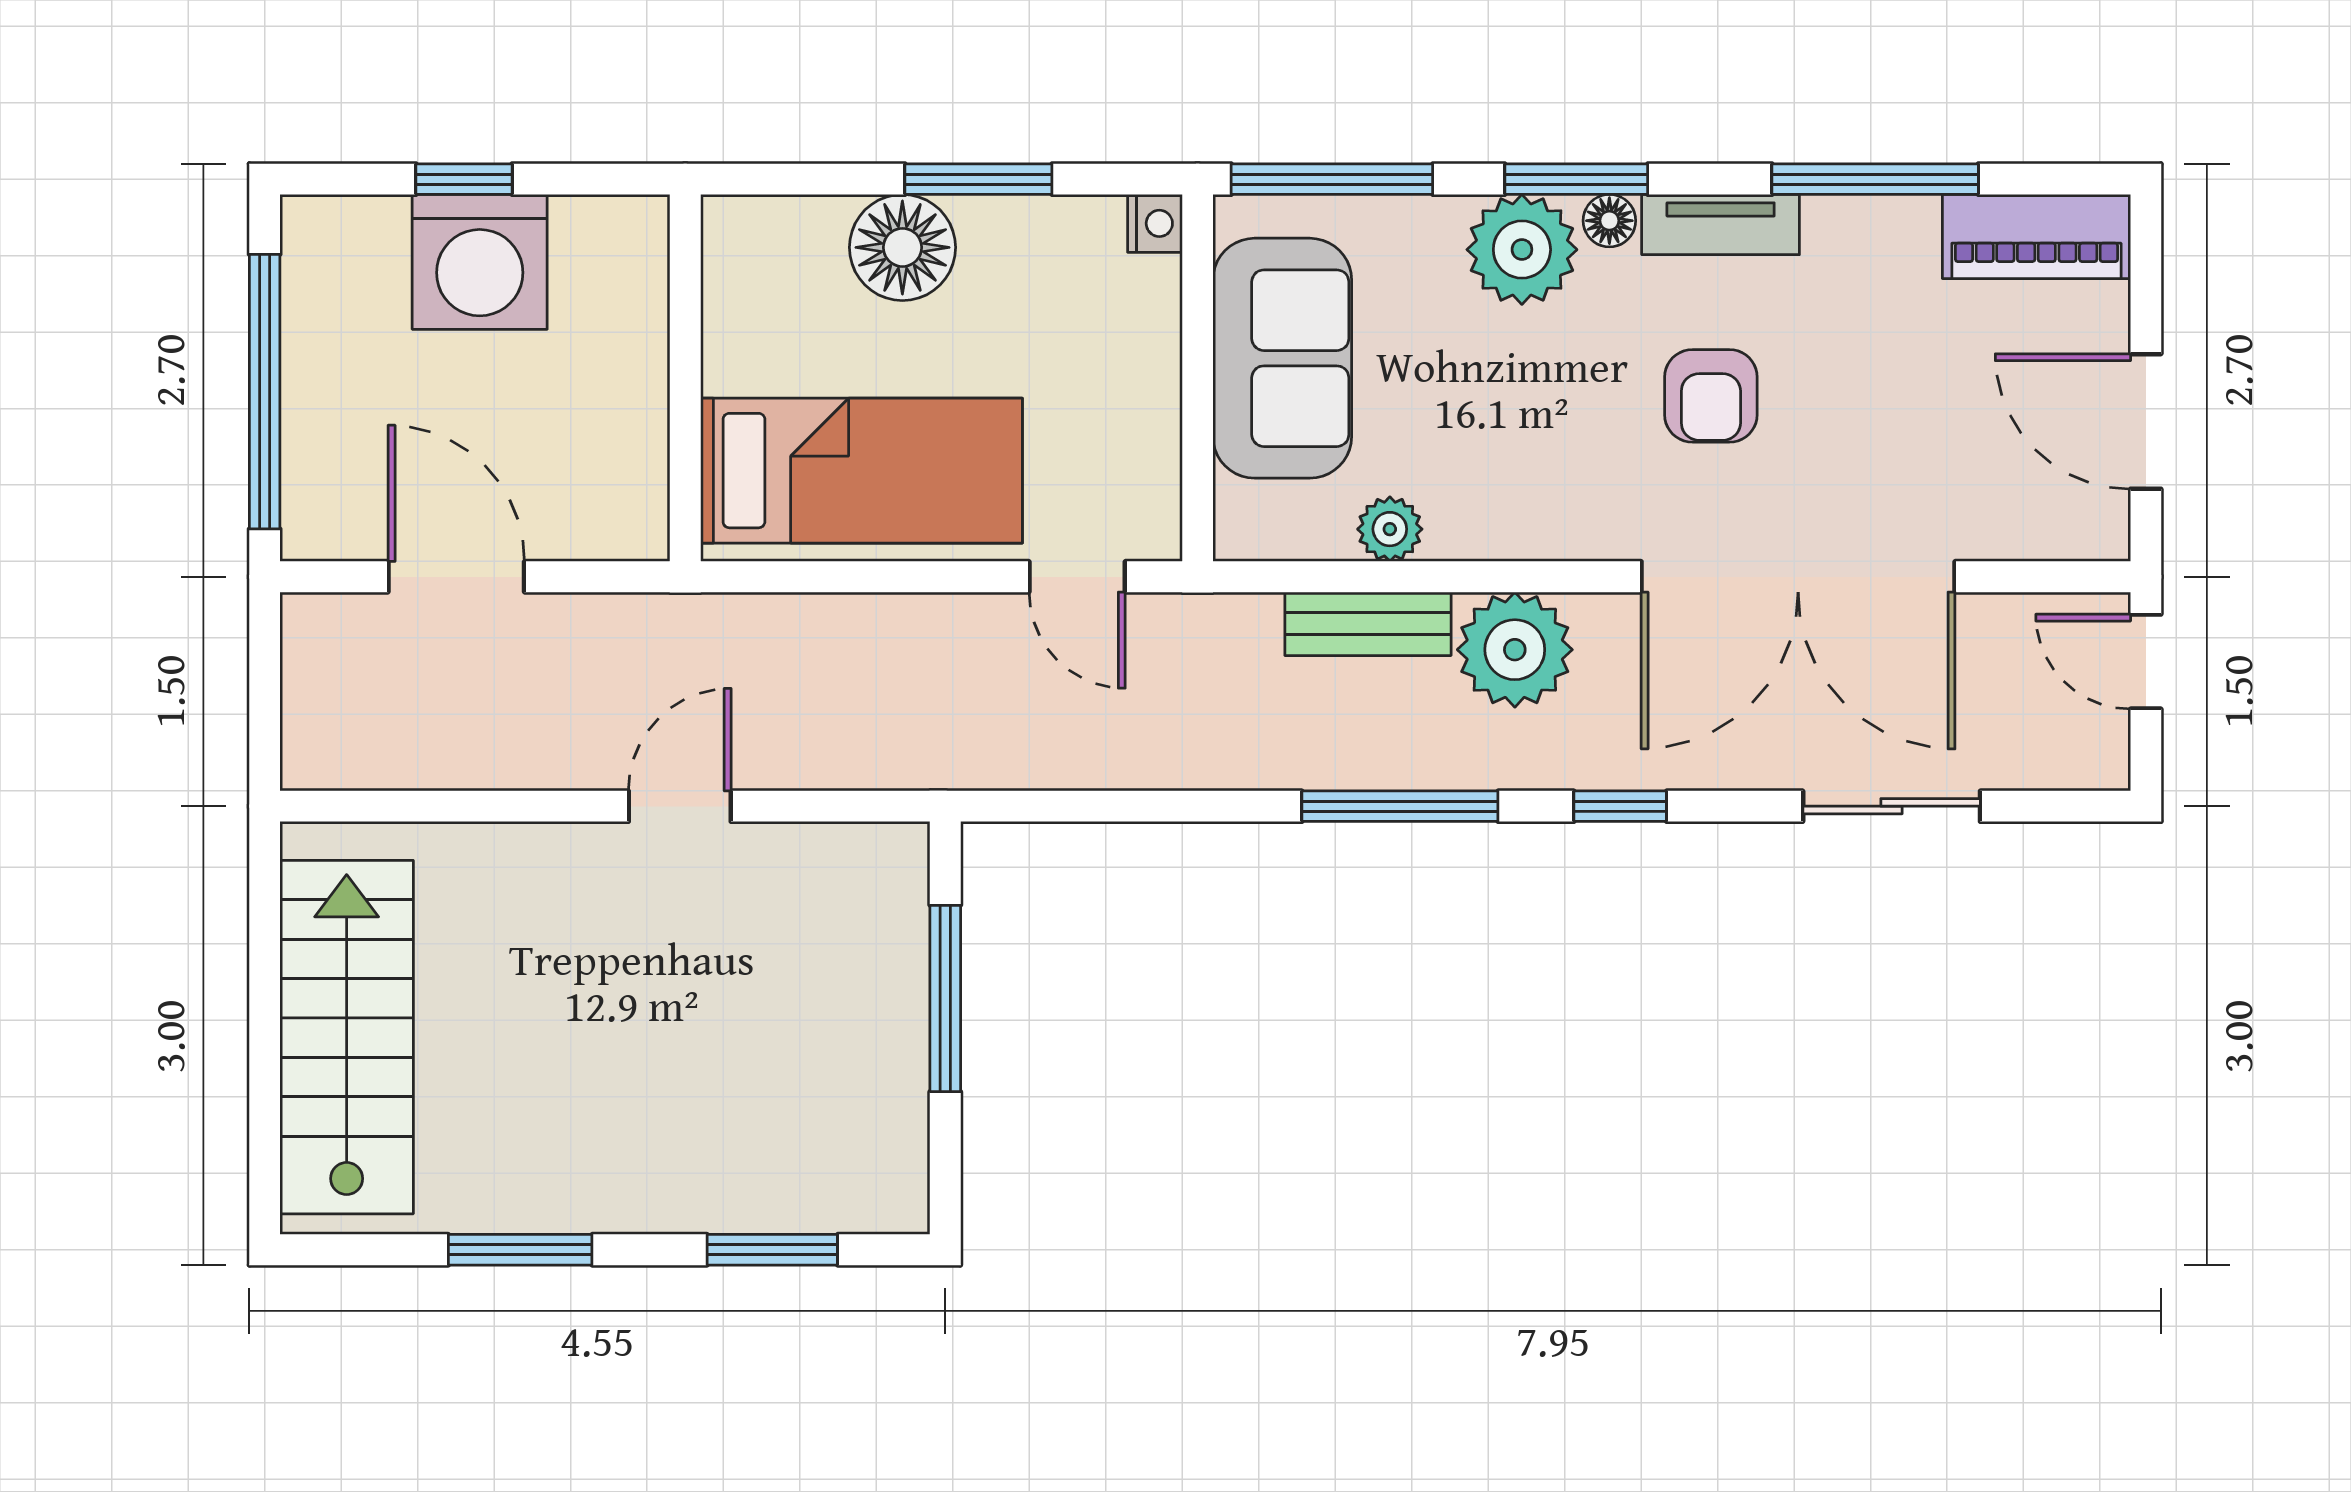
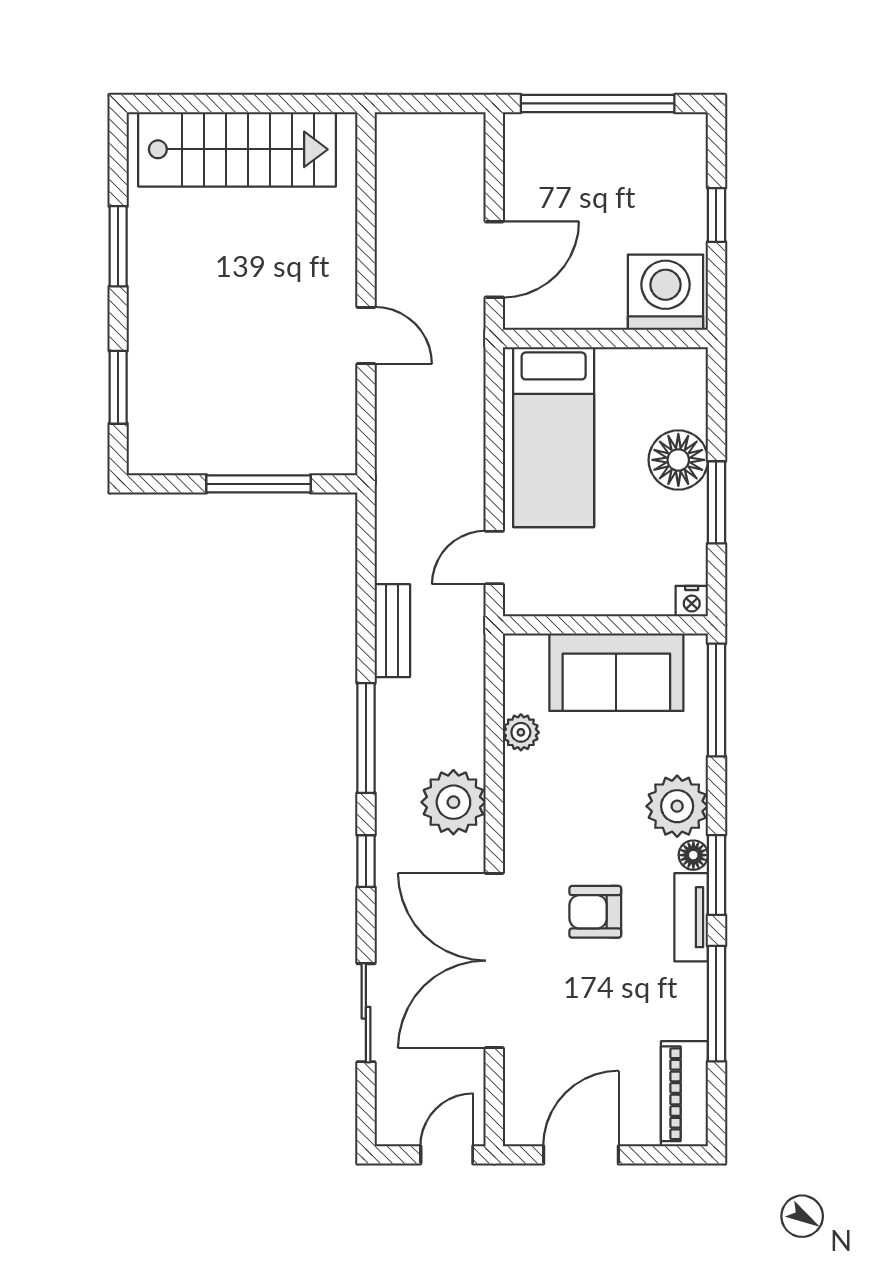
window: (1576, 179) -> (716, 875), moved
washing machine: (480, 262) -> (666, 292), moved, turned 90
door: (456, 577) -> (494, 259), moved
bench: (1368, 624) -> (392, 631), moved

